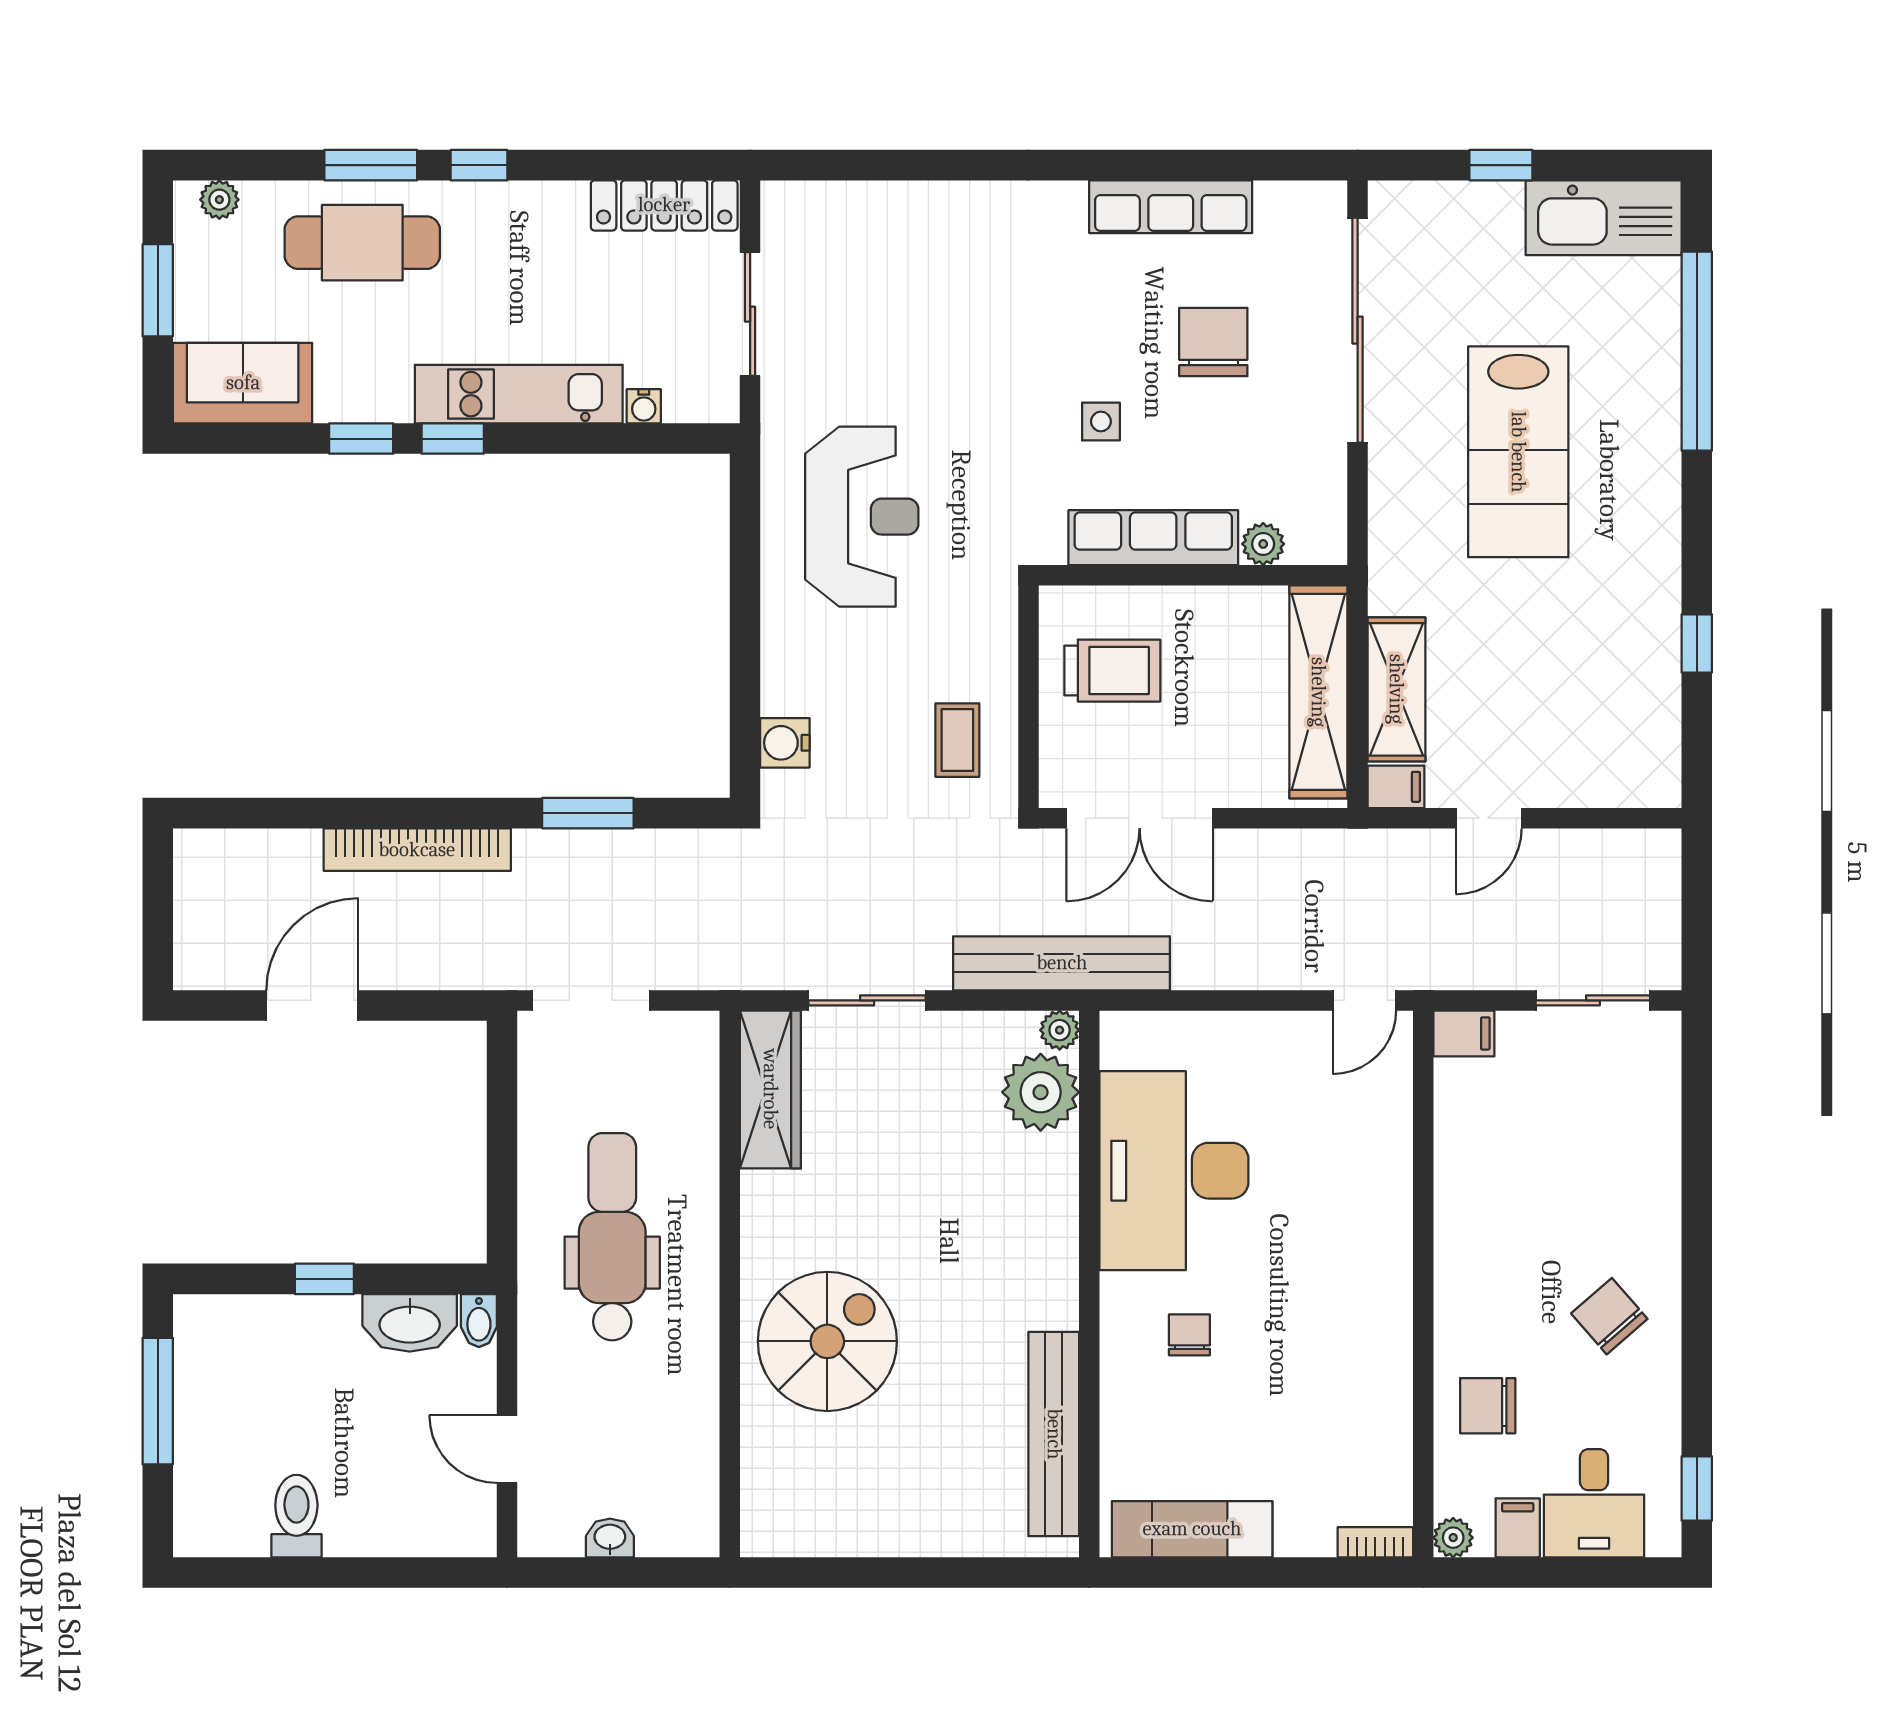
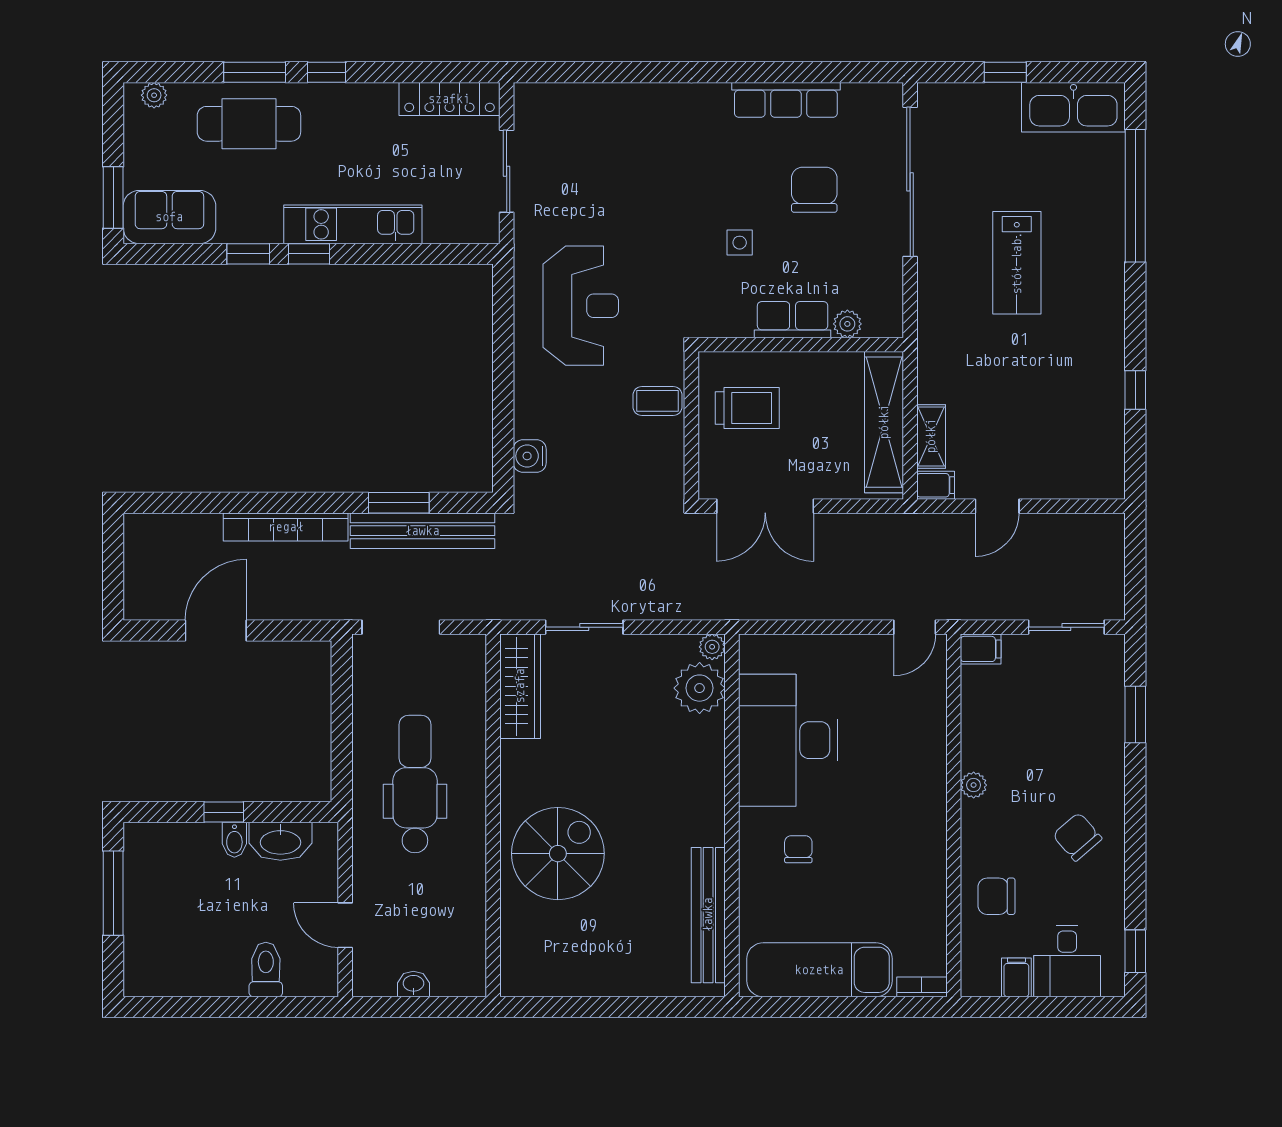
window: (158, 290) -> (113, 197), moved
water cooler: (644, 406) -> (436, 232), removed
lab bench: (1518, 452) -> (1017, 263), width x0.73, depth x0.72
row of seats: (1153, 538) -> (793, 320), width x0.68
shelving: (1396, 689) -> (931, 436), width x0.67, depth x0.75
coffee table: (957, 740) -> (658, 401), moved, turned 90
bench: (1062, 963) -> (422, 531), moved
window: (1697, 1132) -> (1135, 715), added
bidet: (479, 1321) -> (234, 840), moved
toilet: (296, 1516) -> (266, 970), moved
exam couch: (1192, 1529) -> (819, 970), width x1.36, depth x1.45
plant: (1453, 1538) -> (974, 785), moved

